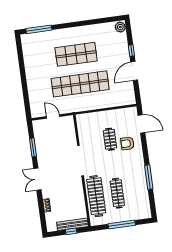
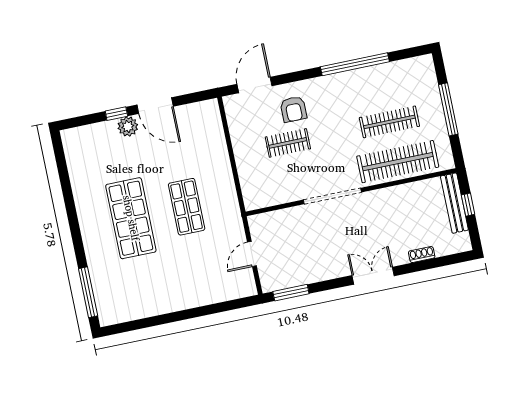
plant: (120, 27) -> (128, 126), moved
shop shelf: (80, 84) -> (187, 207), width x0.50, depth x0.74
window: (33, 147) -> (291, 293), moved
window: (149, 177) -> (355, 64), width x1.46
double door: (37, 179) -> (373, 276), swing flipped

